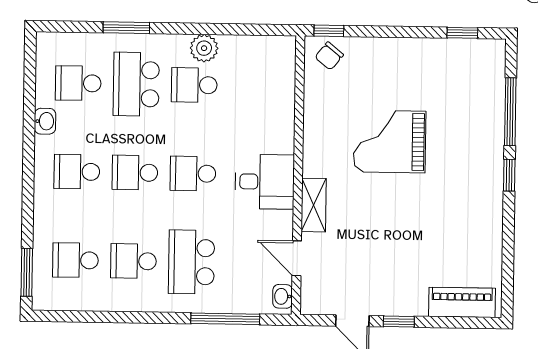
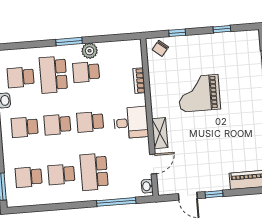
window: (126, 28) -> (69, 41), moved
window: (329, 31) -> (177, 33), moved
window: (462, 33) -> (222, 29), moved
bookcase: (286, 109) -> (139, 81), added
door: (297, 258) -> (153, 164), swing flipped

